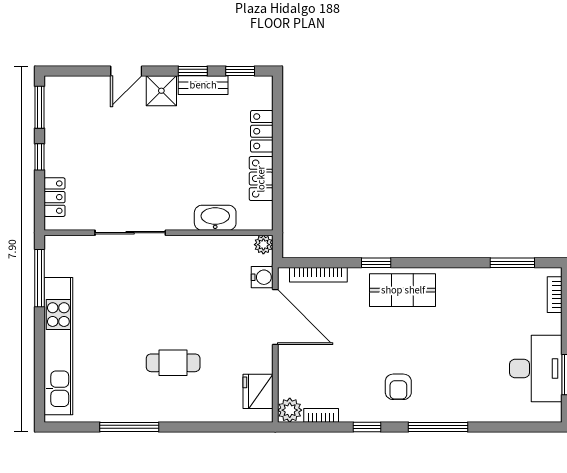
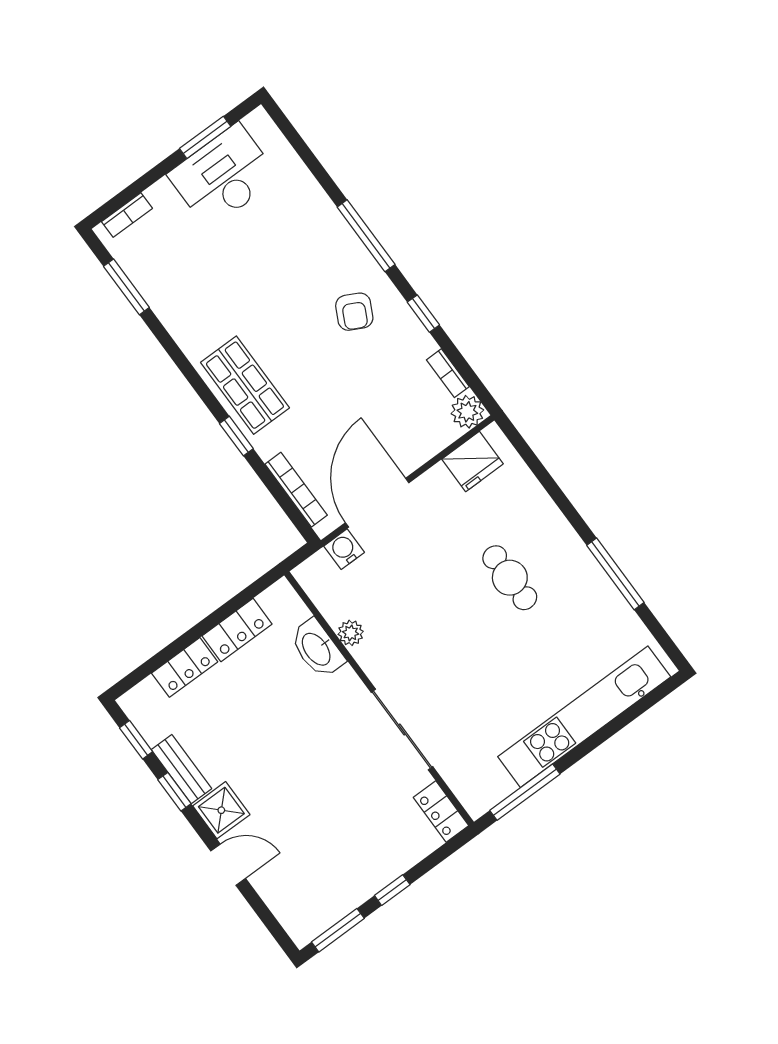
locker: (55, 197) -> (441, 812), moved, turned -90
plant: (263, 245) -> (351, 633), moved
armchair: (398, 387) -> (354, 312), turned 117

